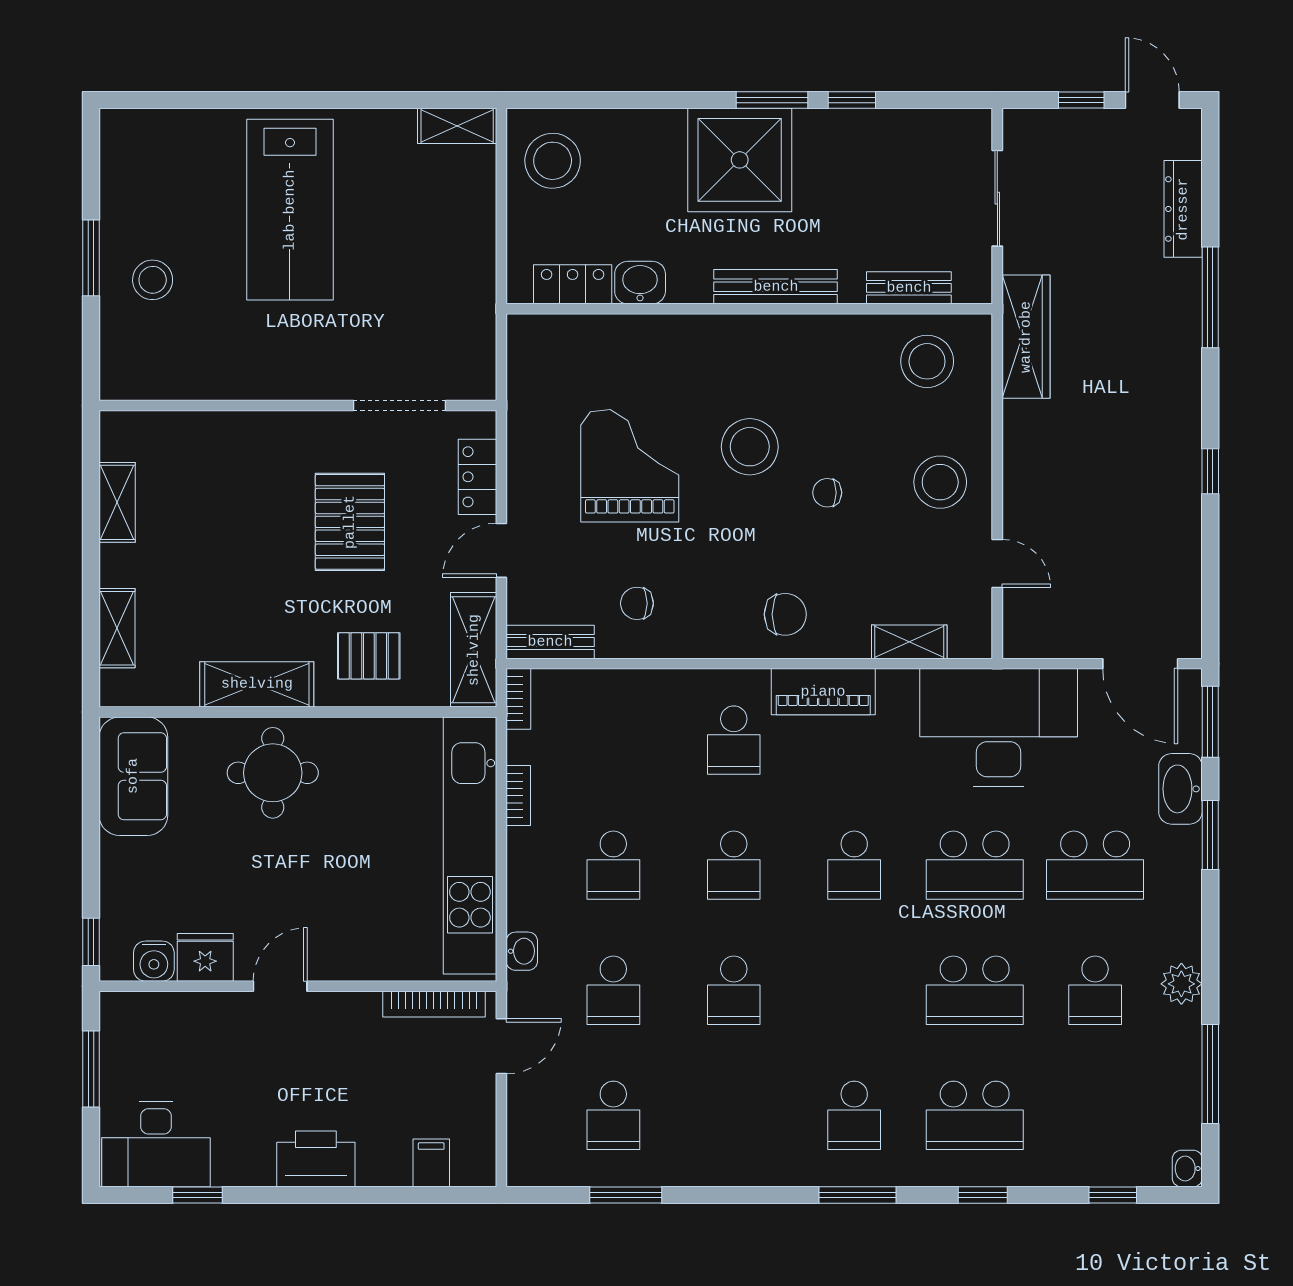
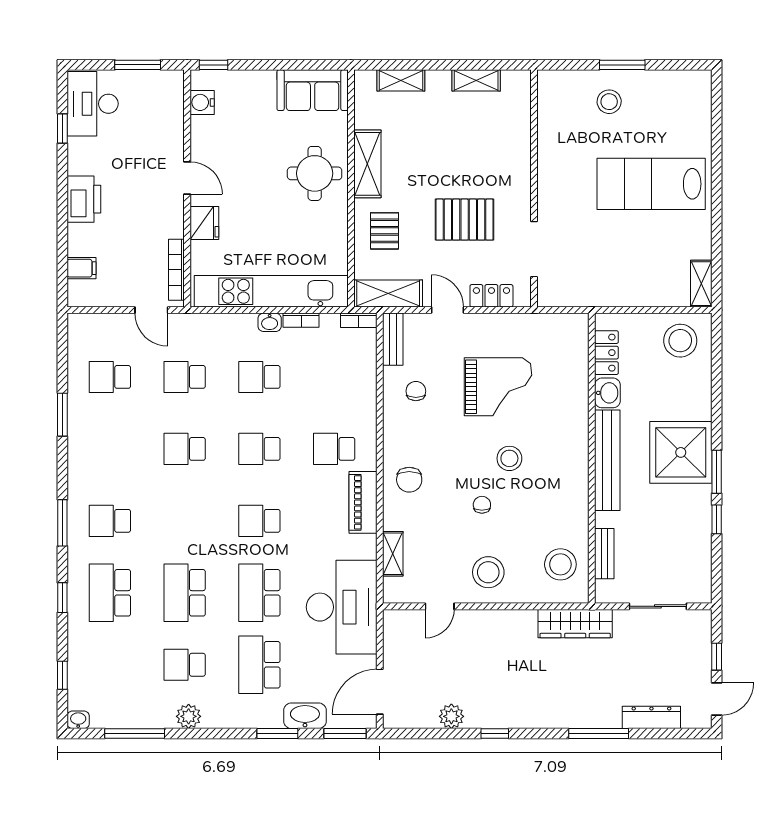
bench: (776, 287) -> (607, 460), width x1.37, depth x1.21
stool: (750, 447) -> (509, 458), width x0.73, depth x0.73
plant: (1181, 544) -> (451, 716), added
washbasin: (522, 951) -> (270, 322), moved
fridge: (205, 957) -> (204, 223), moved
window: (626, 1195) -> (62, 415), moved

